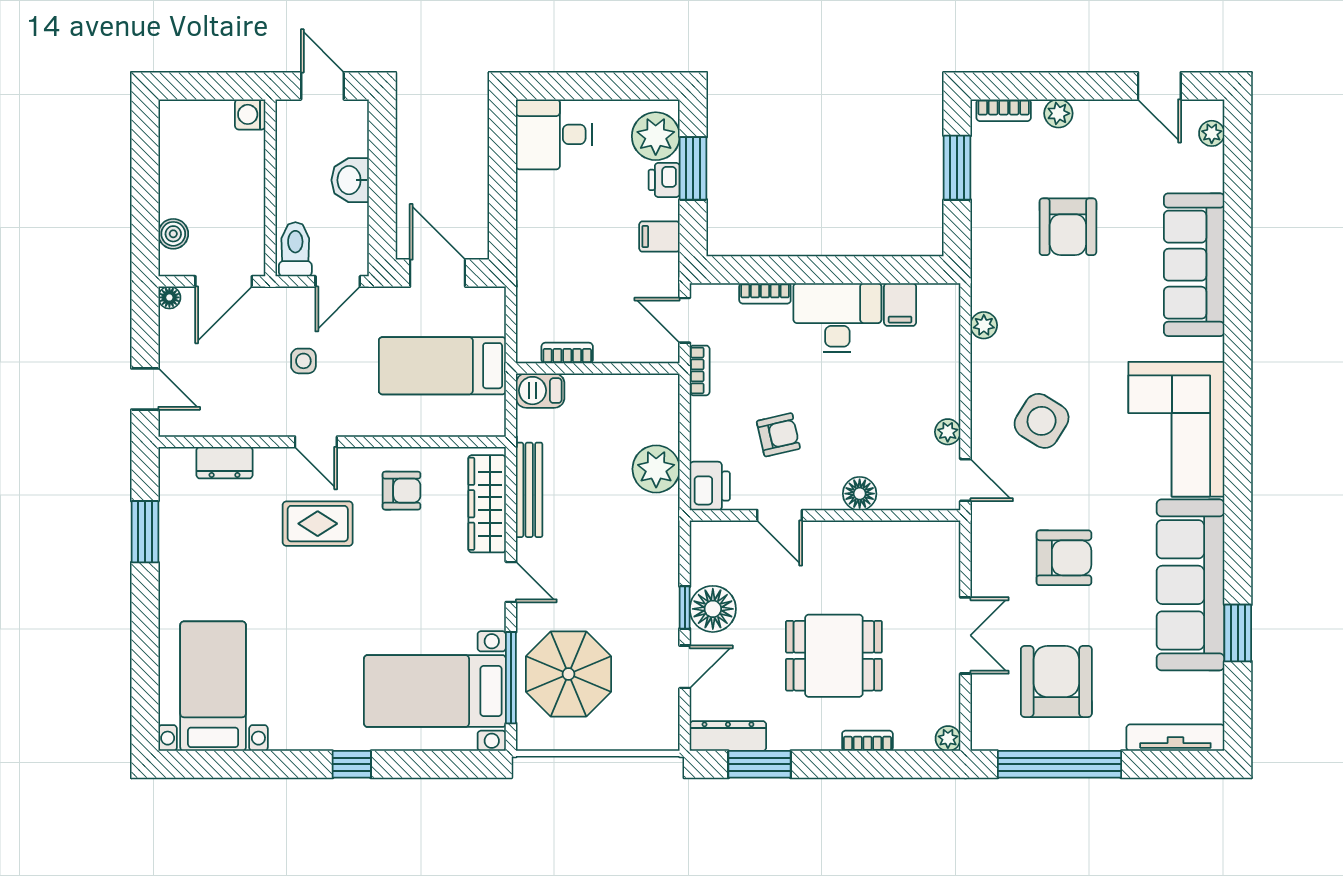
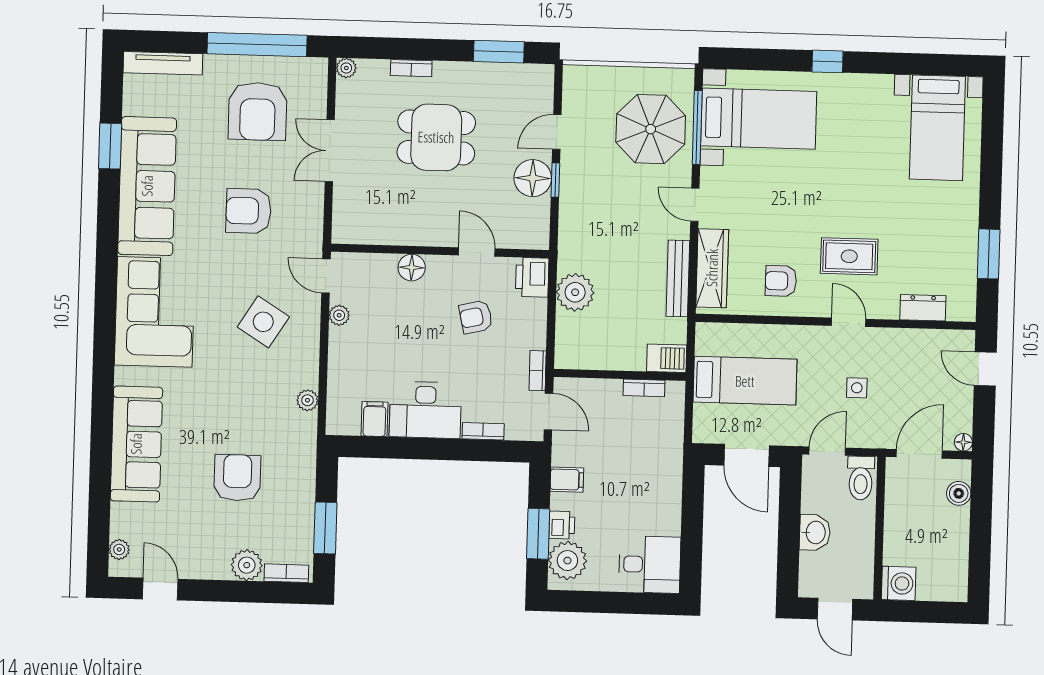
plant: (1058, 113) -> (247, 565), width x1.38, depth x1.38
washing machine: (250, 114) -> (899, 583), width x1.38, depth x1.38
dresser: (728, 736) -> (524, 75), removed

